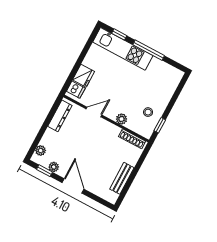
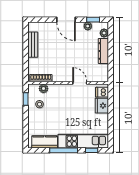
kitchen counter: (164, 70) -> (45, 142), added
door: (94, 112) -> (80, 83), swing flipped
dresser: (60, 116) -> (103, 51), moved
plant: (122, 119) -> (43, 89), moved

